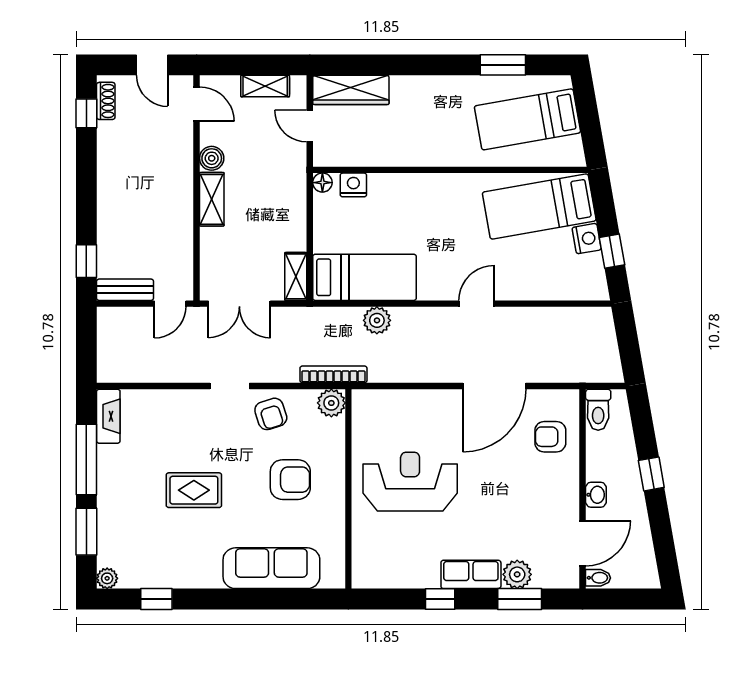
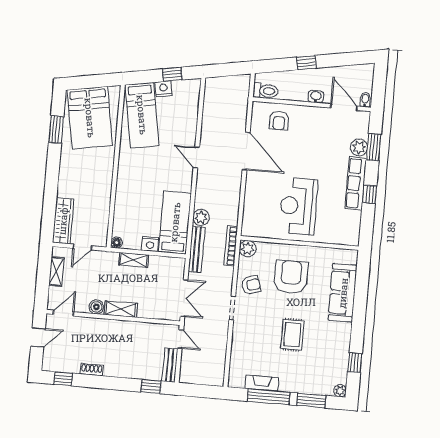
shoe rack: (106, 101) -> (92, 370), moved
bed: (527, 119) -> (90, 118), width x1.50
nightstand: (353, 185) -> (150, 244), moved, turned -90
shelving: (296, 276) -> (134, 260), moved
bench: (323, 318) -> (197, 249), added
fireplace: (108, 416) -> (262, 383), moved
armchair: (290, 480) -> (291, 277), width x1.36, depth x1.36
row of seats: (471, 574) -> (356, 183), width x1.48

